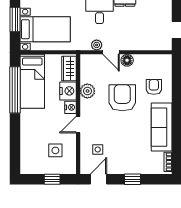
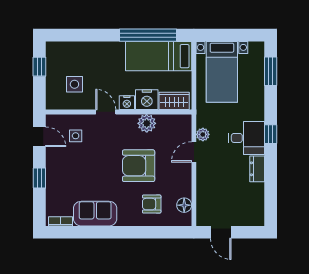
window: (15, 20) -> (234, 35), removed
floor lamp: (127, 60) -> (184, 205), moved
armchair: (154, 87) -> (152, 204), turned 180
armchair: (122, 98) -> (139, 166), turned 180
sofa: (162, 127) -> (95, 214), width x0.73
window: (52, 179) -> (39, 67), moved

